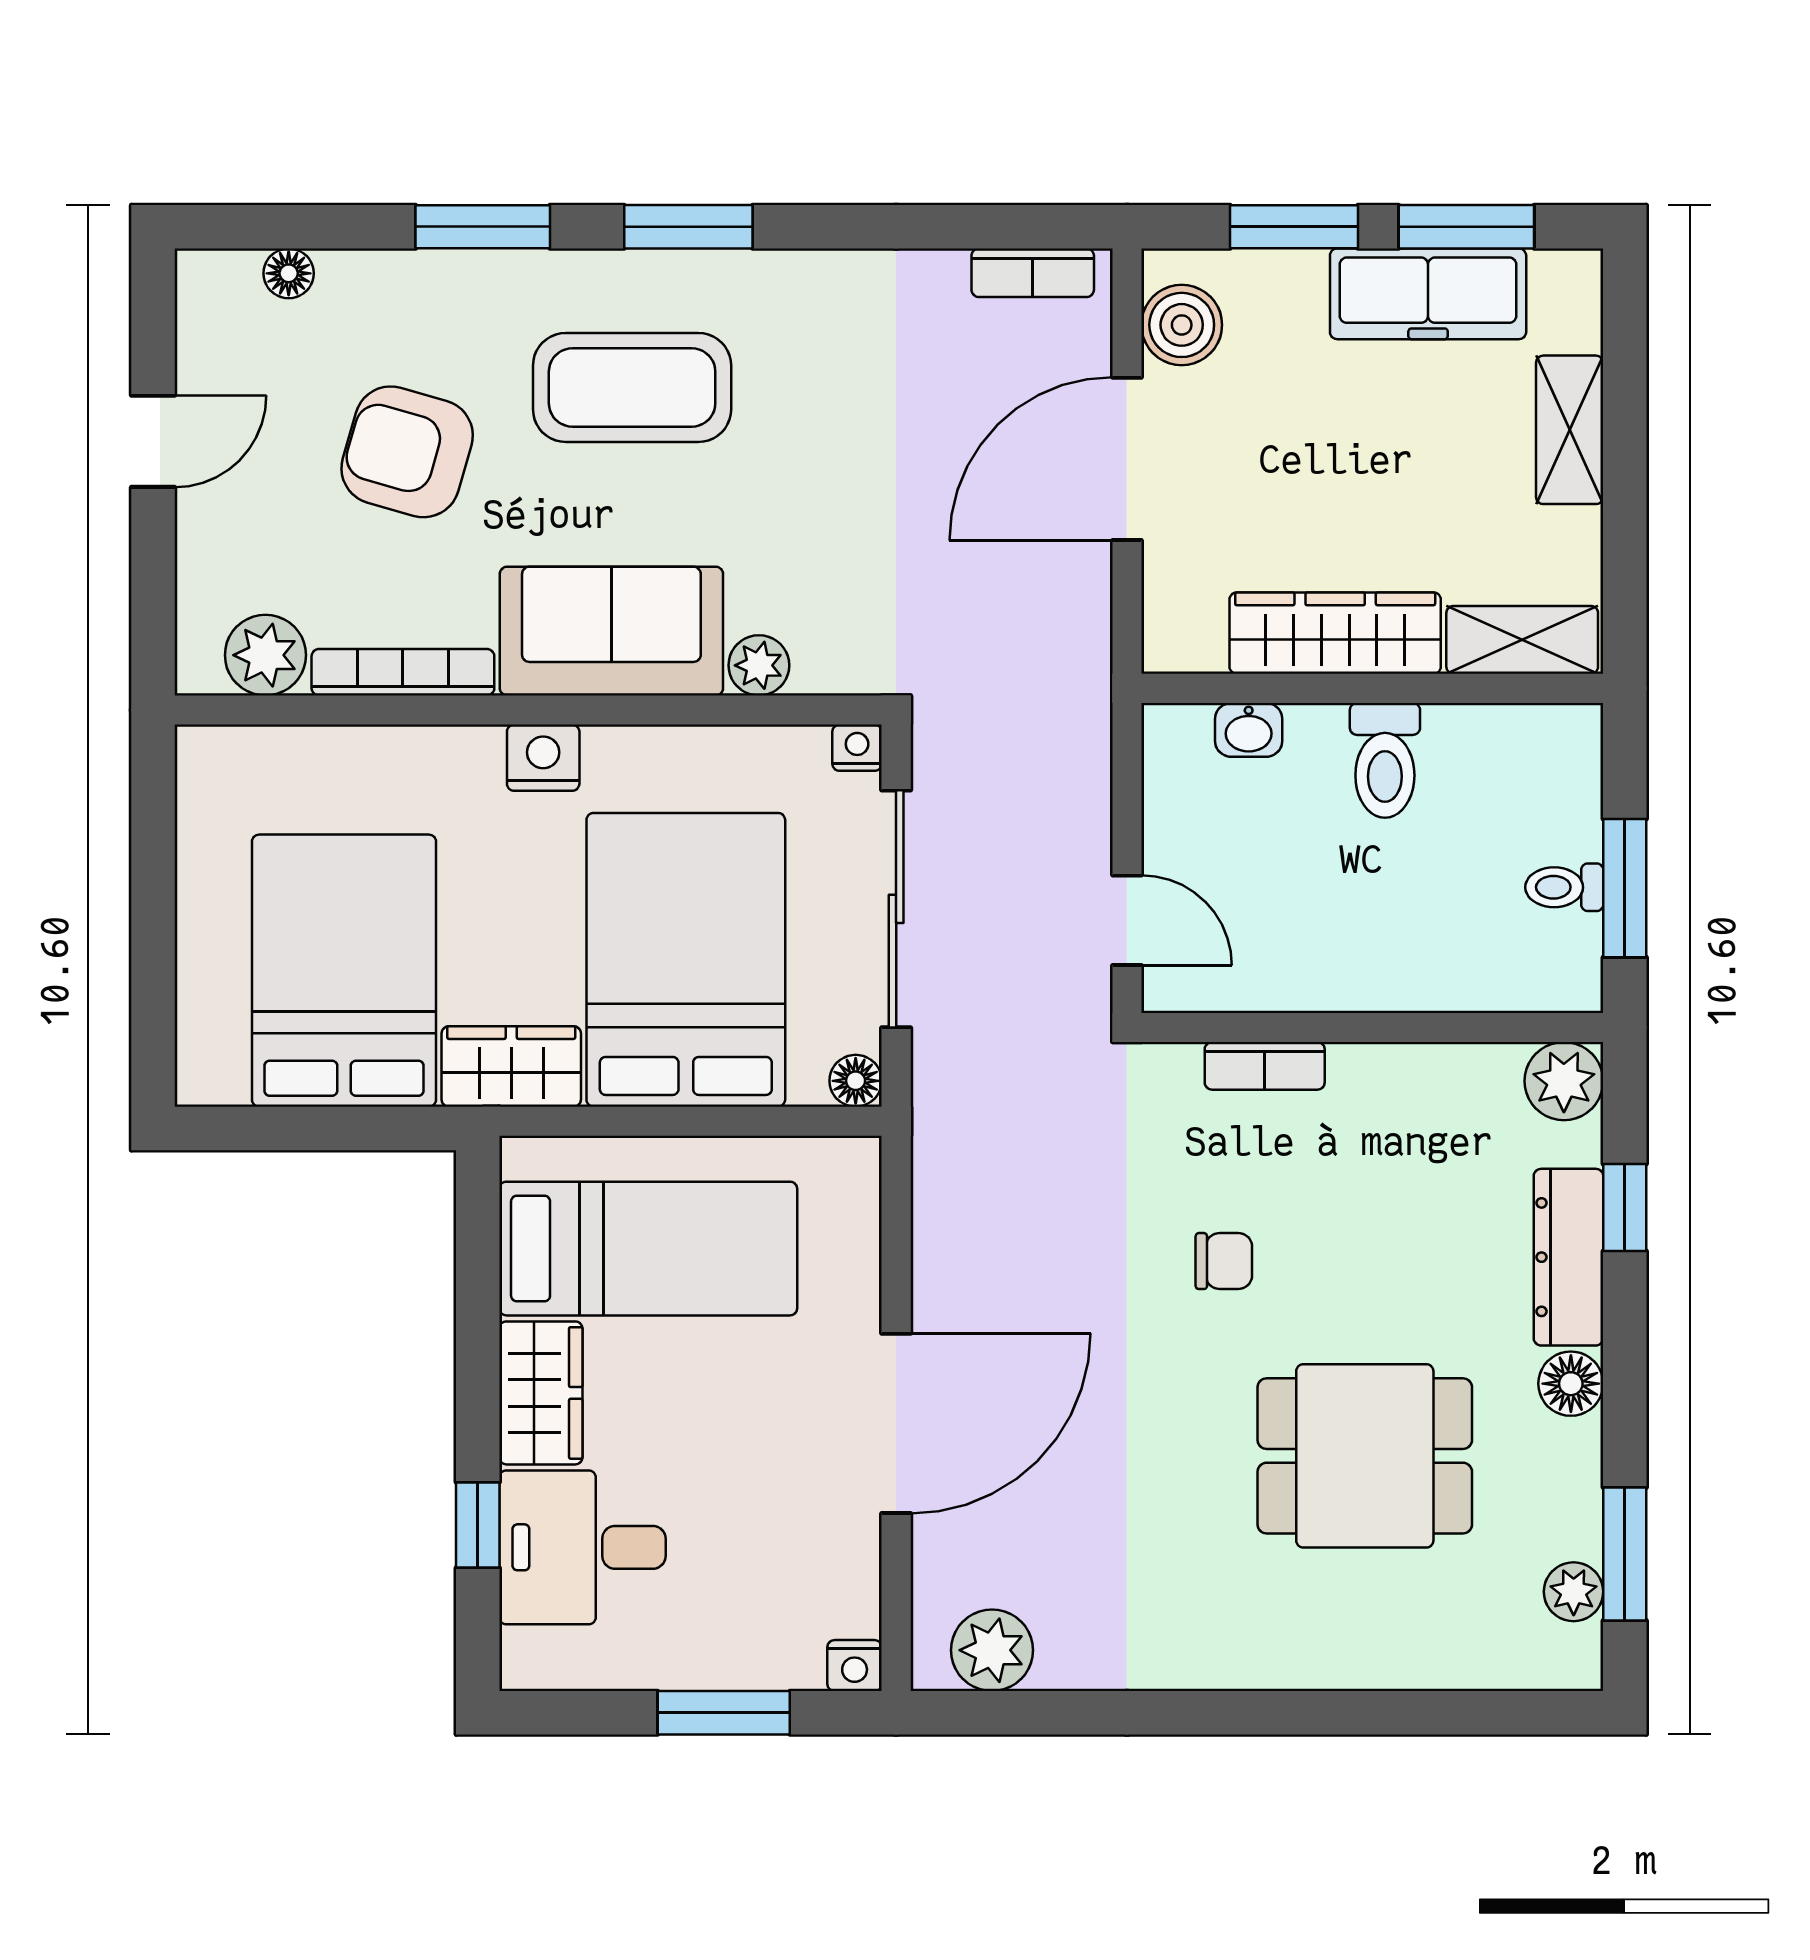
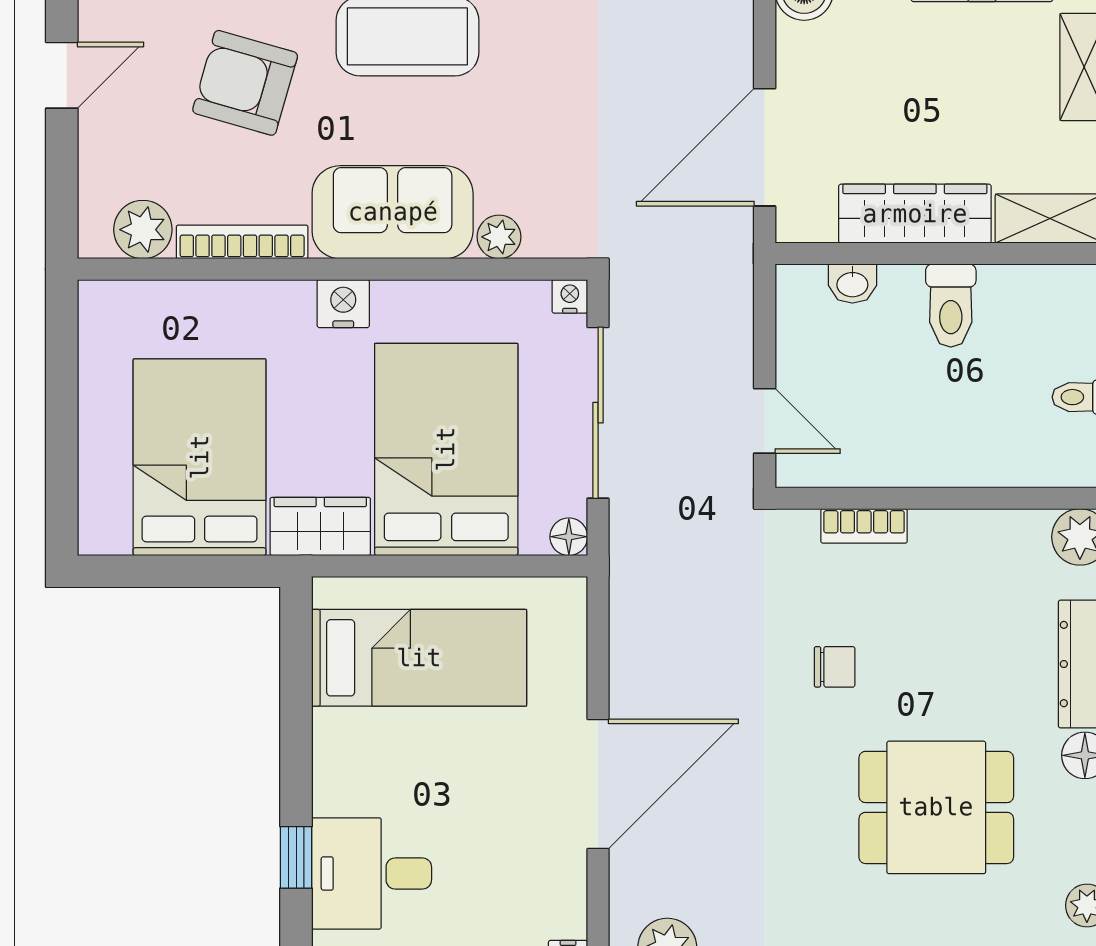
door: (1127, 459) -> (765, 147), moved
wardrobe: (541, 1393) -> (342, 762), removed

